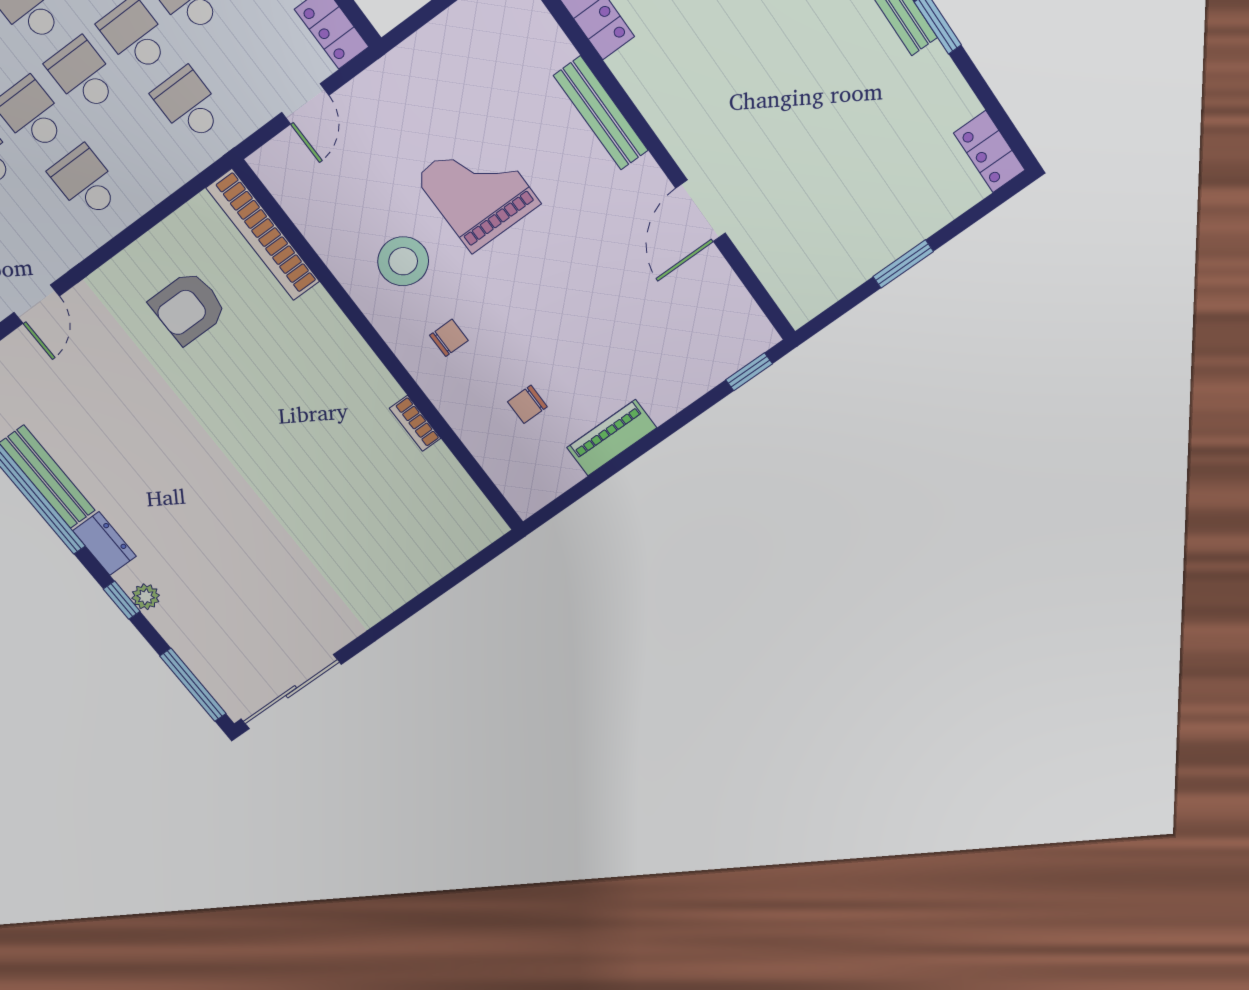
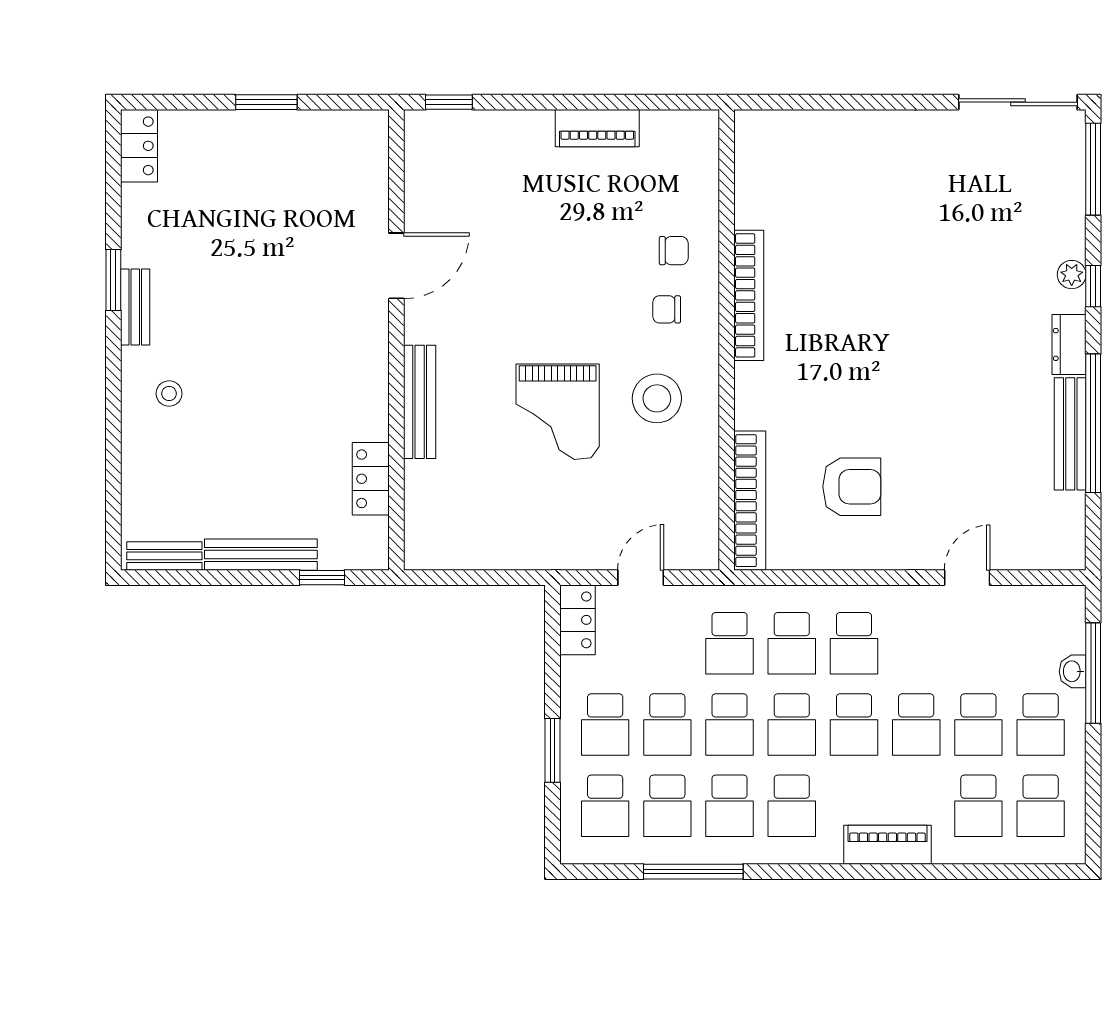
school desk: (137, 143) -> (792, 643), added
chair: (527, 404) -> (674, 251), moved
bookcase: (415, 423) -> (749, 295), width x2.31, depth x1.31

